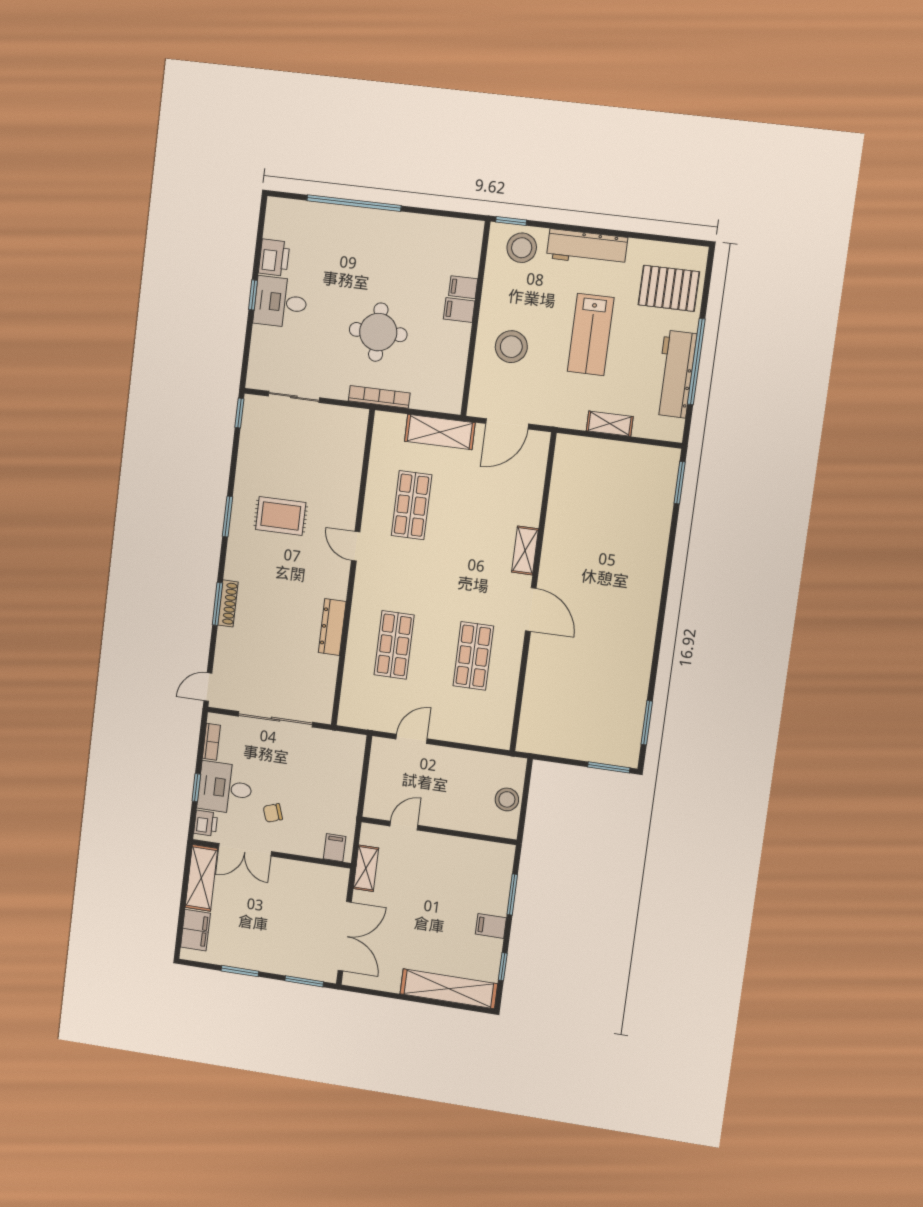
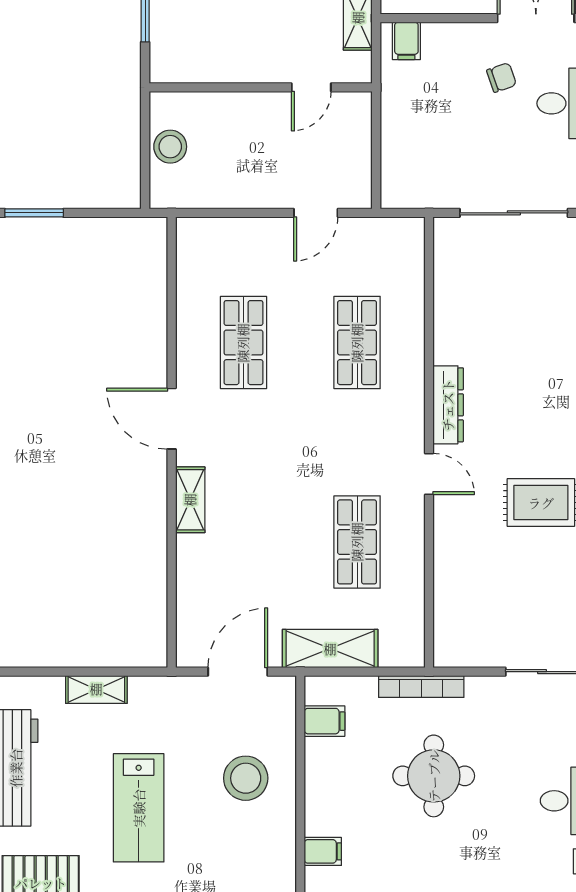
filing cabinet: (459, 310) -> (325, 721), moved
lab bench: (591, 334) -> (139, 808), turned 180
dresser: (332, 627) -> (448, 405), moved

